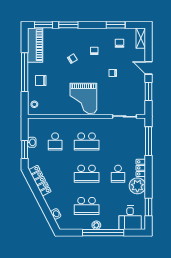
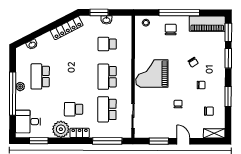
window: (116, 25) -> (228, 96), moved
door: (148, 68) -> (183, 141), hinge flipped
school desk: (87, 174) -> (107, 109), moved

